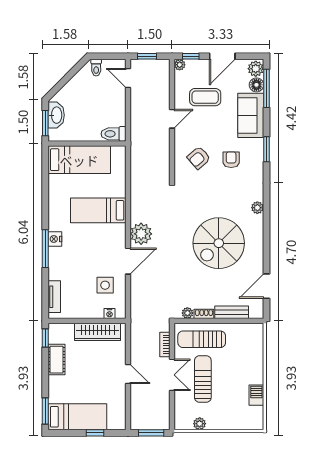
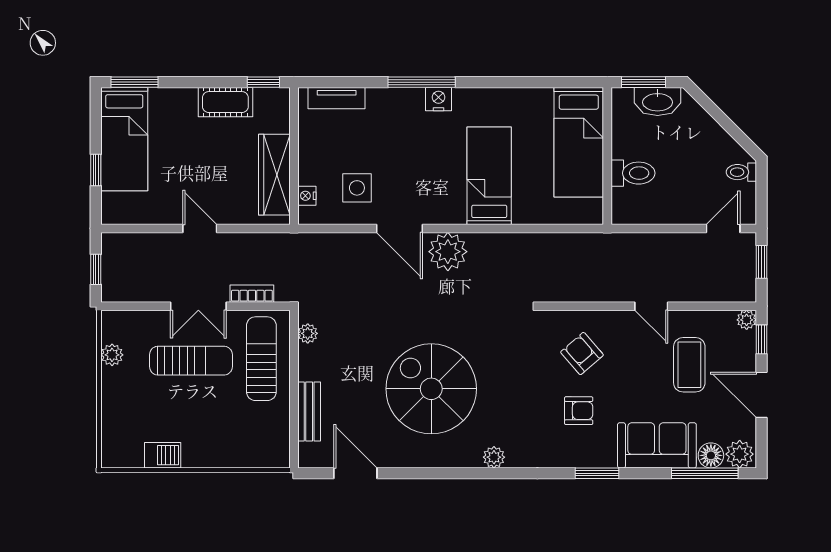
toilet: (114, 134) -> (633, 173), moved, turned 90
shoe rack: (204, 314) -> (306, 363), removed
door: (128, 374) -> (200, 228), swing flipped
window: (151, 433) -> (96, 269), width x0.67

